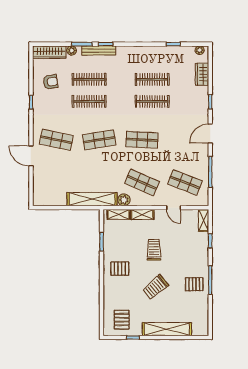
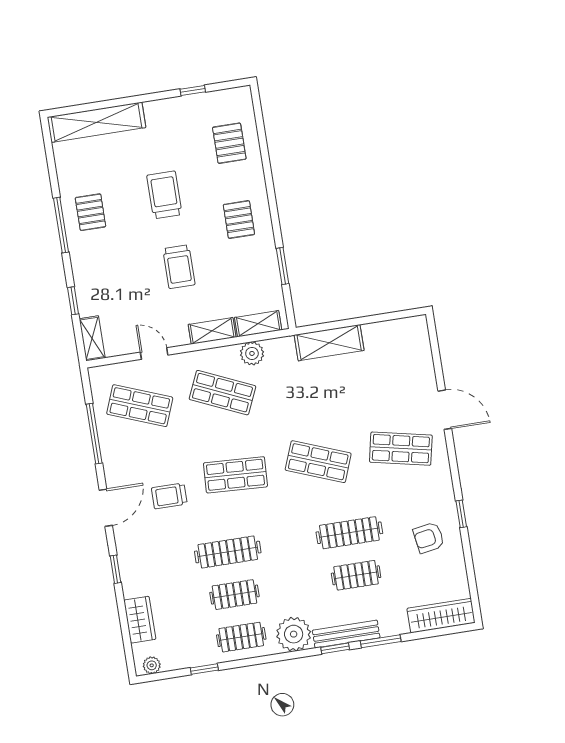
plant: (72, 51) -> (294, 634), moved, width x1.88, depth x1.88
clothes rail: (152, 57) -> (241, 637), added
clothes rail: (89, 79) -> (356, 575), width x0.73
clothes rail: (152, 79) -> (234, 595), width x0.73
armchair: (51, 82) -> (429, 538), moved
trolley: (177, 134) -> (169, 496), added
shop shelf: (99, 140) -> (318, 462), turned 30
shelving: (92, 199) -> (329, 343), width x0.68
pallet: (120, 269) -> (239, 220), turned 90
pallet: (194, 284) -> (90, 212), turned 90
trolley: (156, 287) -> (164, 195), turned -50
pallet: (122, 320) -> (229, 143), moved
shelving: (167, 329) -> (97, 122), moved

